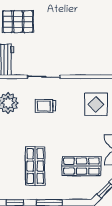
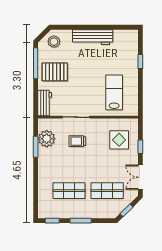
lab bench: (90, 47) -> (114, 92), added
shop shelf: (35, 166) -> (69, 191), turned 90

